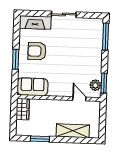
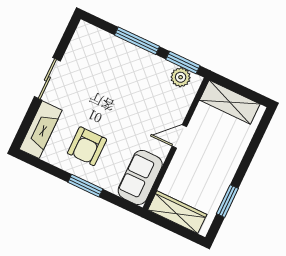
window: (105, 37) -> (137, 41), moved
door: (79, 99) -> (179, 136), moved
wardrobe: (23, 109) -> (177, 212), width x1.50
shelving: (73, 131) -> (230, 102), moved, turned 90

